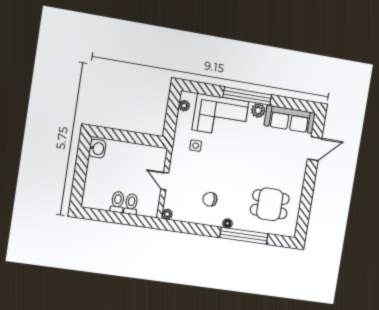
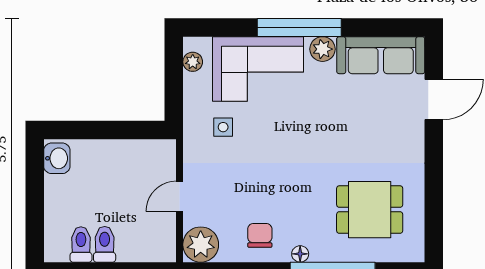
door: (165, 181) -> (180, 196), hinge flipped
chair: (210, 199) -> (260, 235), moved, turned 90
toilet: (131, 204) -> (81, 244), moved
plant: (167, 214) -> (201, 245), width x1.88, depth x1.88

